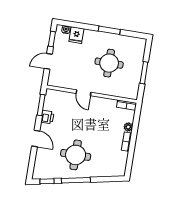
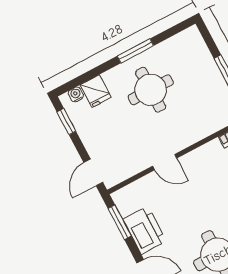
door: (48, 61) -> (93, 172), moved
round table: (109, 63) -> (151, 90), moved
printer: (47, 117) -> (145, 230), width x1.87, depth x1.48

